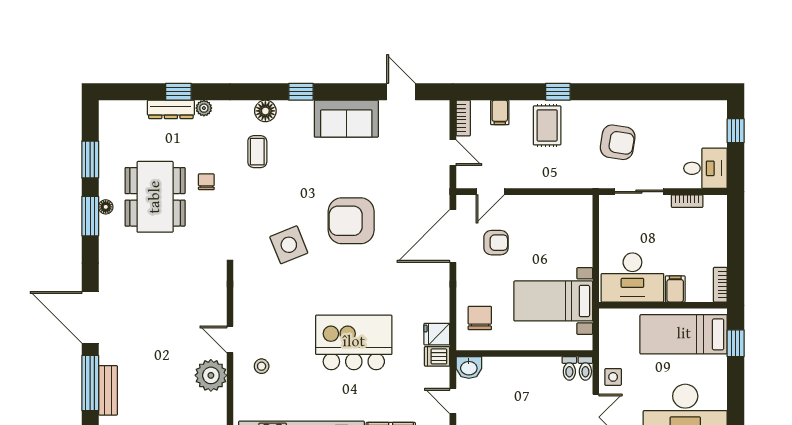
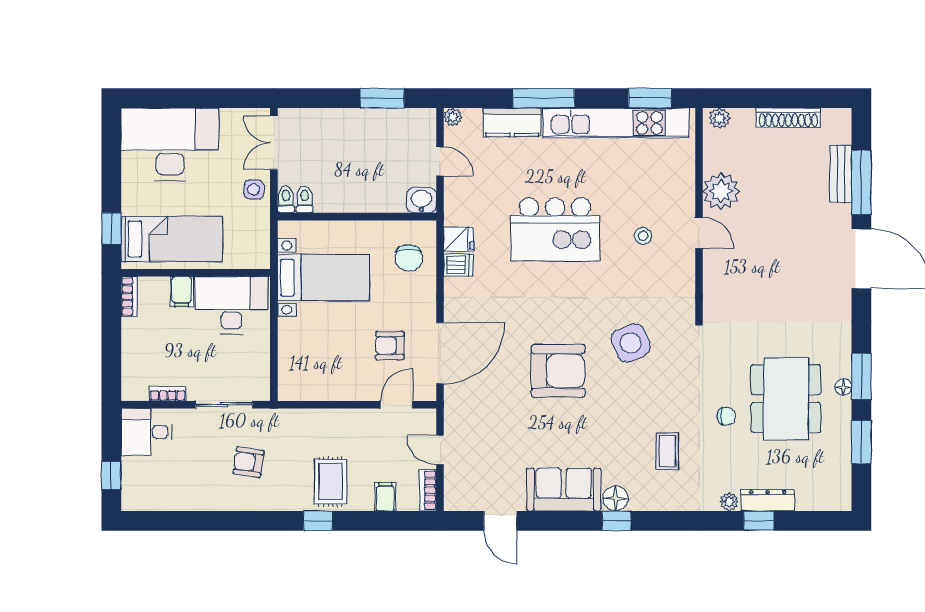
floor lamp: (265, 111) -> (615, 498), moved
armchair: (618, 142) -> (249, 462), width x0.72, depth x0.72
chair: (206, 182) -> (726, 416), turned -90
dishwasher: (437, 356) -> (458, 265), moved
stool: (262, 366) -> (643, 236), moved

